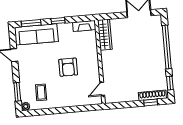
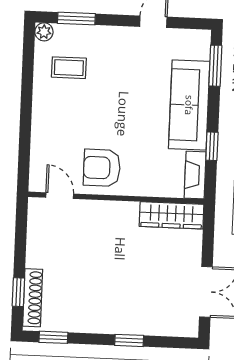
window: (58, 21) -> (212, 146), moved
sofa: (36, 34) -> (189, 105), moved
window: (167, 47) -> (129, 340), width x0.32
armchair: (68, 67) -> (102, 168), moved

